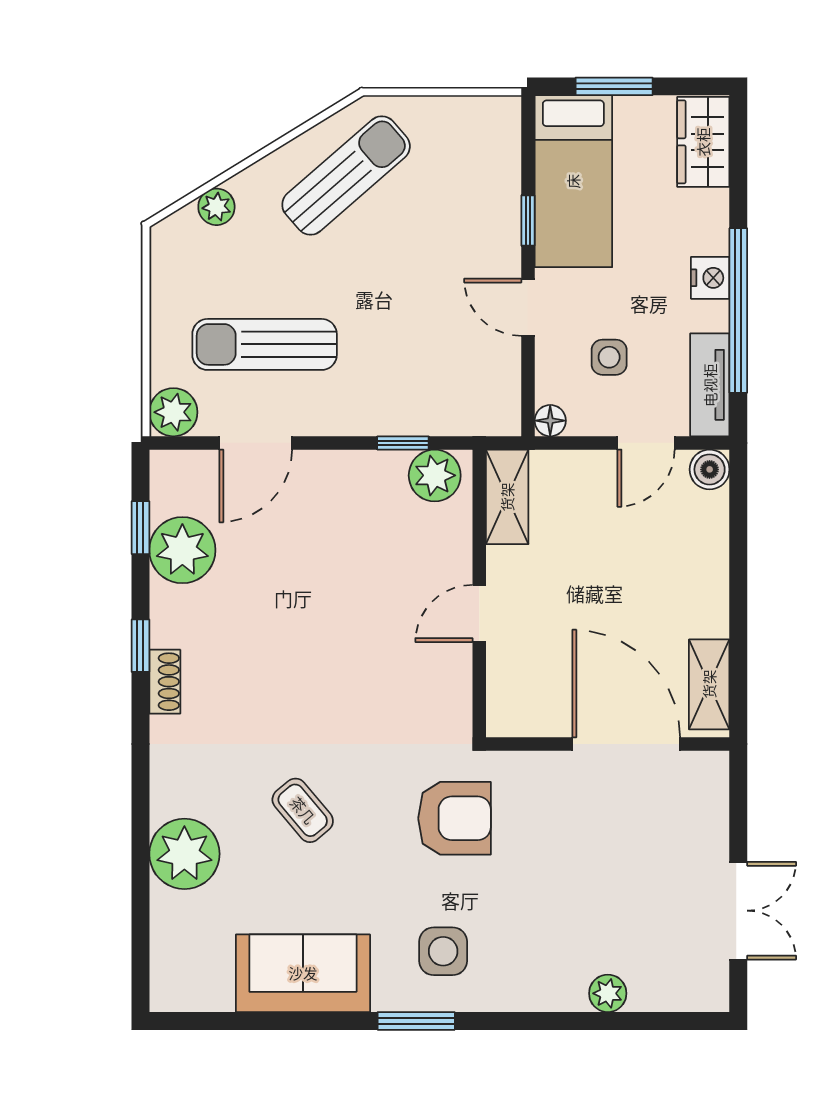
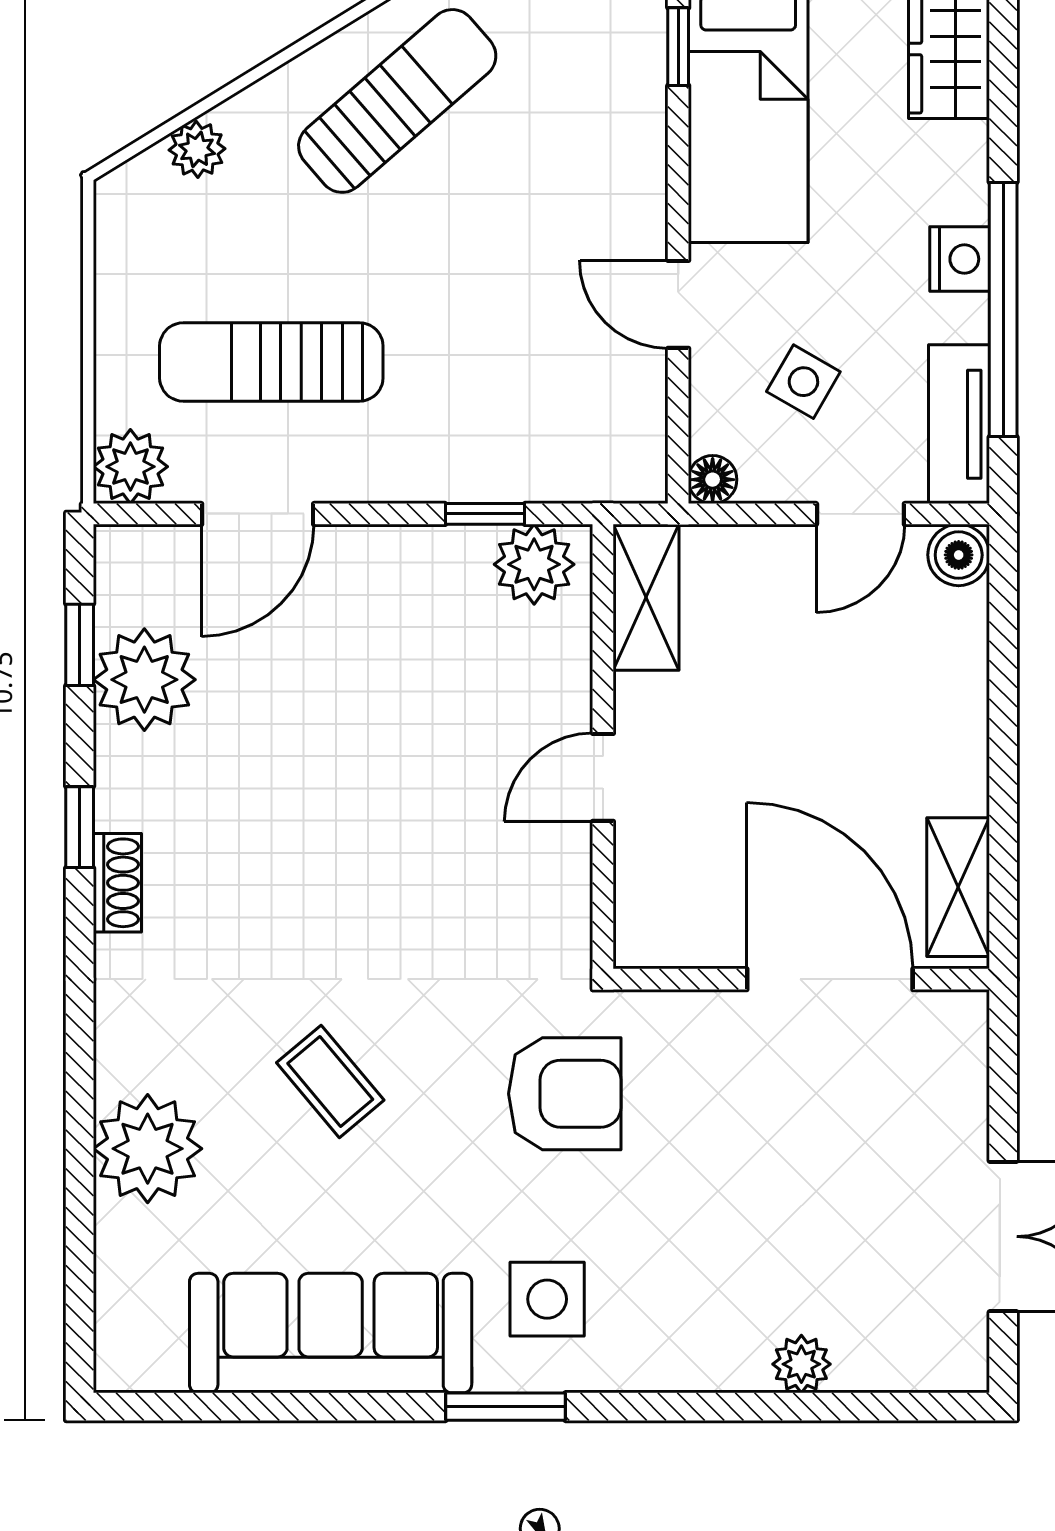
window: (528, 220) -> (678, 47), moved
side table: (609, 357) -> (803, 382), turned 30
sofa: (303, 973) -> (331, 1333), width x1.36

